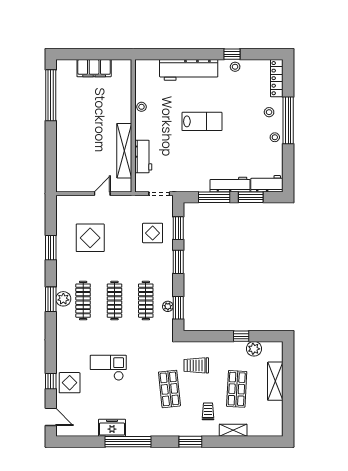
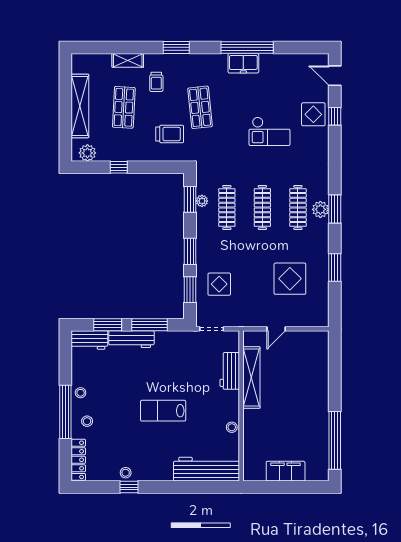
workbench: (189, 70) -> (206, 469), moved
plant: (254, 349) -> (87, 153), moved
shelving: (275, 381) -> (80, 106), width x1.47
freezer: (112, 428) -> (243, 63), moved

